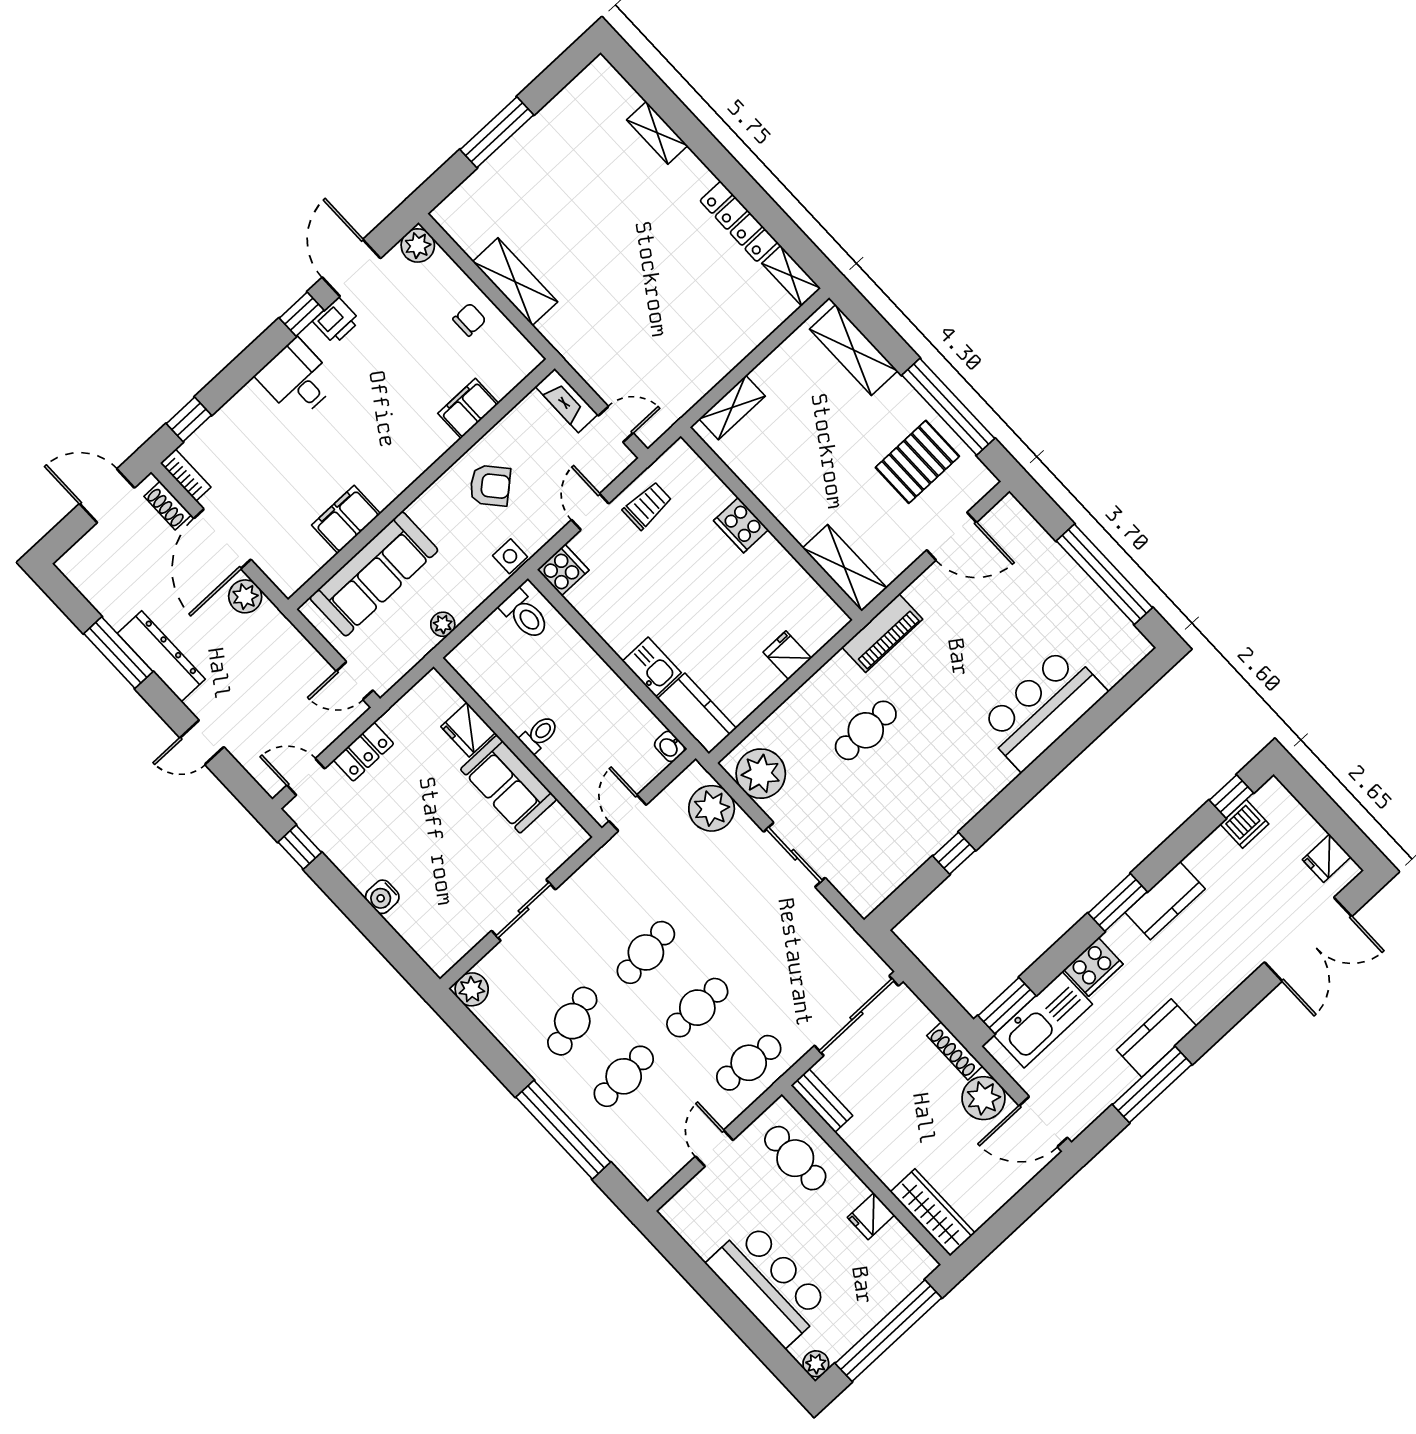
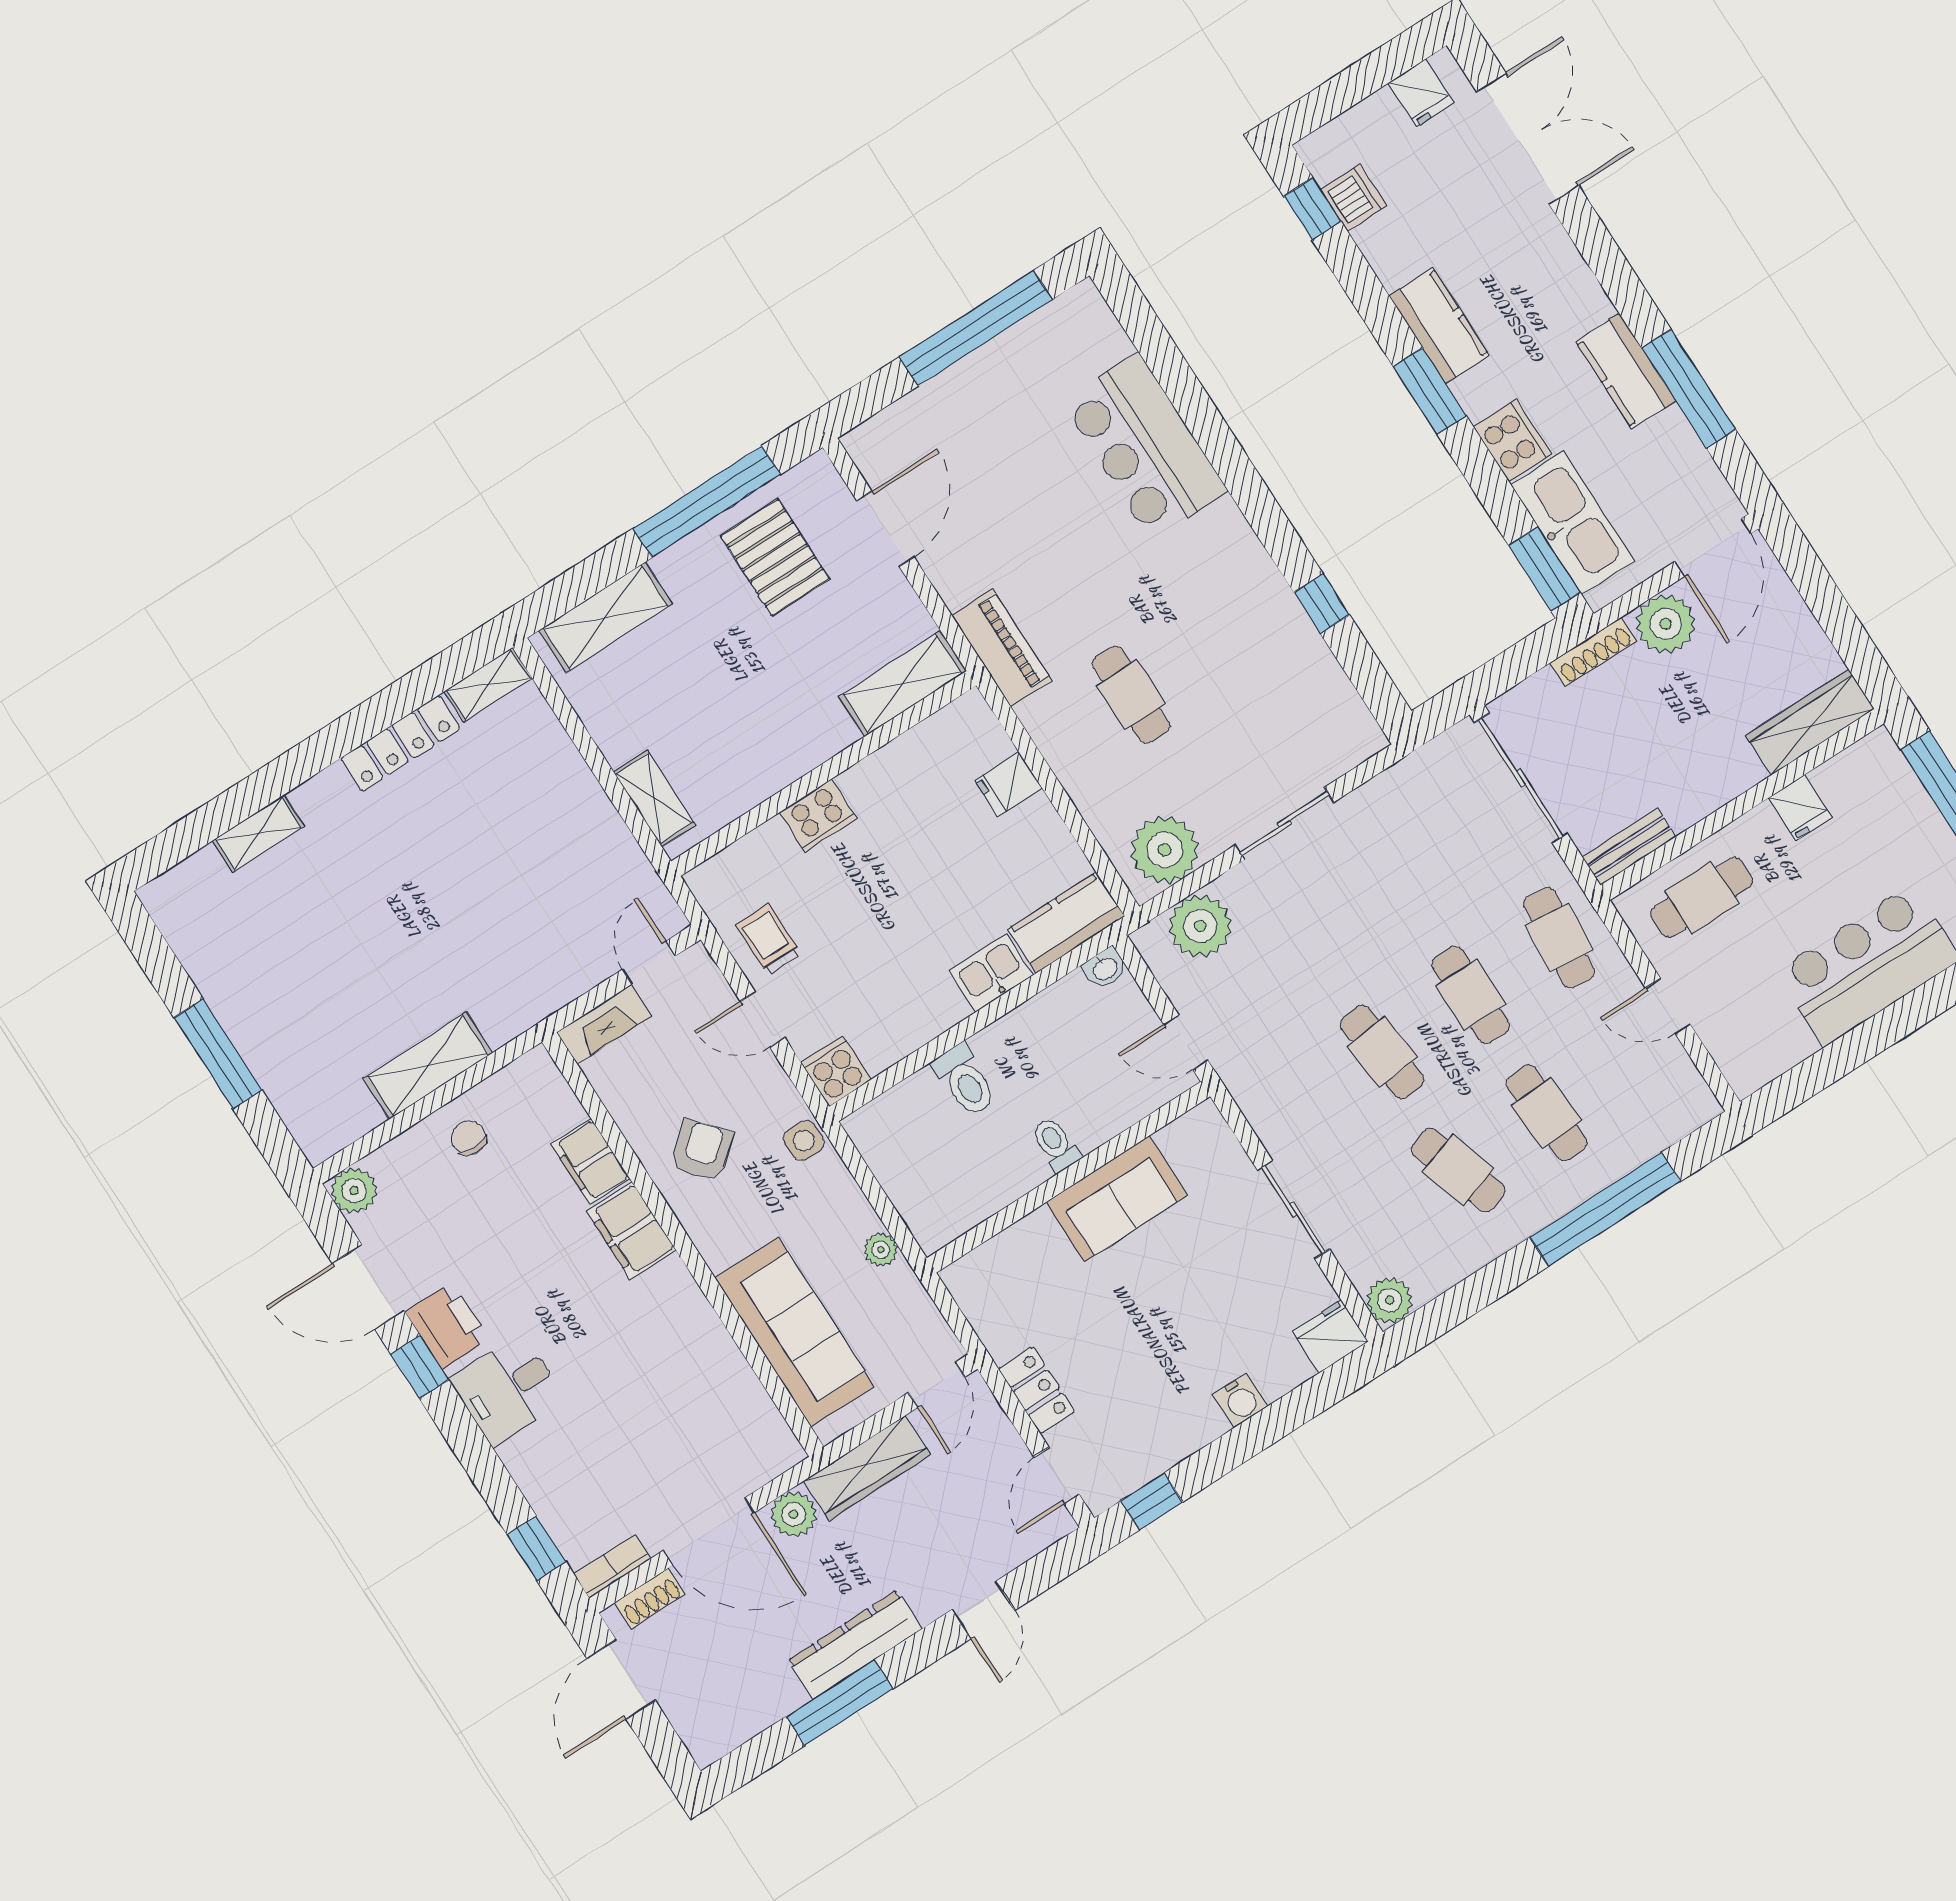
printer: (336, 321) -> (447, 1326), width x1.36, depth x1.24
filing cabinet: (346, 519) -> (631, 1231), moved
toilet: (525, 615) -> (965, 1081), moved, turned 90
wardrobe: (287, 642) -> (867, 1468), added
fridge: (468, 730) -> (1330, 1336), moved, turned 180

